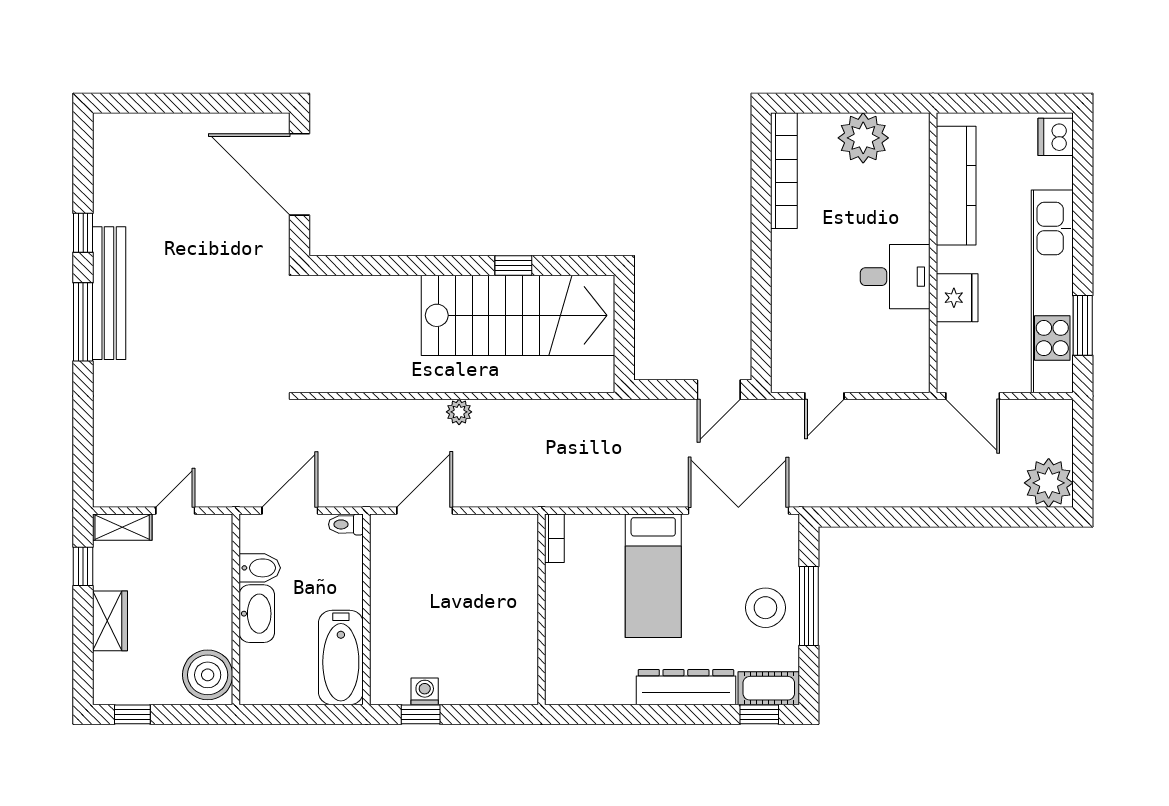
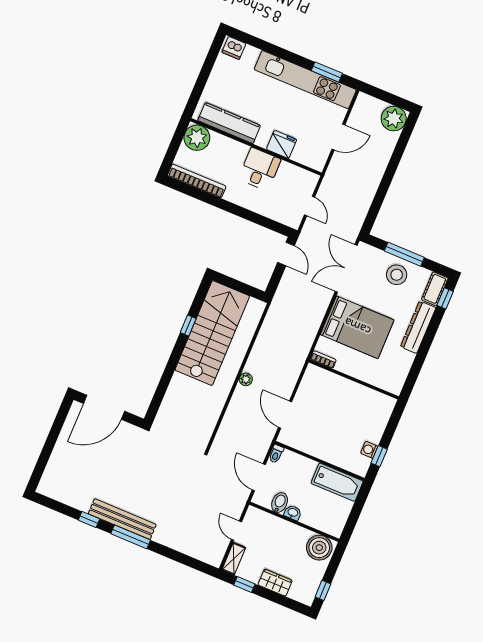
kitchen counter: (956, 186) -> (229, 123), moved
wall: (933, 253) -> (256, 147), moved
desk: (895, 277) -> (260, 169), moved
fridge: (957, 298) -> (282, 144), moved
bed: (653, 576) -> (357, 327), width x1.50
washbasin: (257, 614) -> (293, 513), width x0.52, depth x0.69

